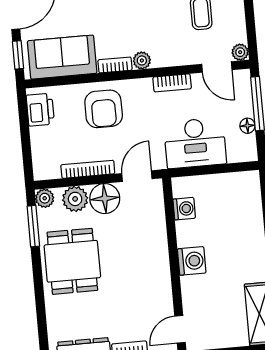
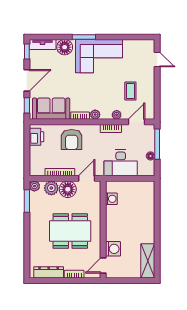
plant: (240, 52) -> (117, 115), moved
door: (217, 67) -> (136, 122), swing flipped
dining table: (72, 261) -> (70, 231), moved, width x1.37
washing machine: (192, 261) -> (113, 249), moved

